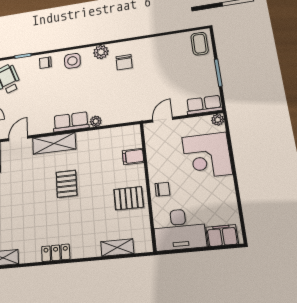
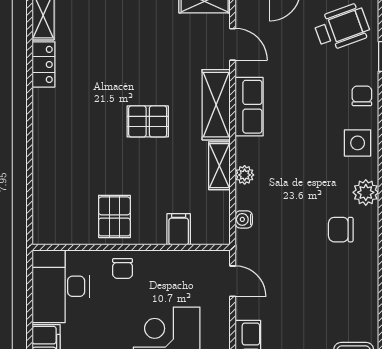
water cooler: (123, 118) -> (244, 219), added
row of seats: (71, 122) -> (249, 107), moved
shelving: (117, 248) -> (219, 166), moved
locker: (56, 253) -> (44, 64), moved

